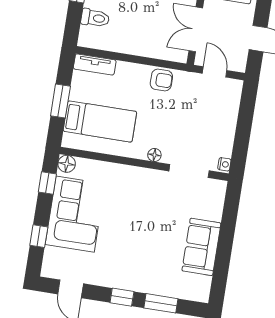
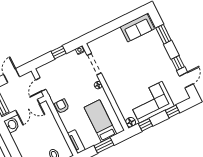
window: (243, 131) -> (59, 52), added
sofa: (201, 247) -> (137, 28), moved
window: (122, 297) -> (178, 63), moved

